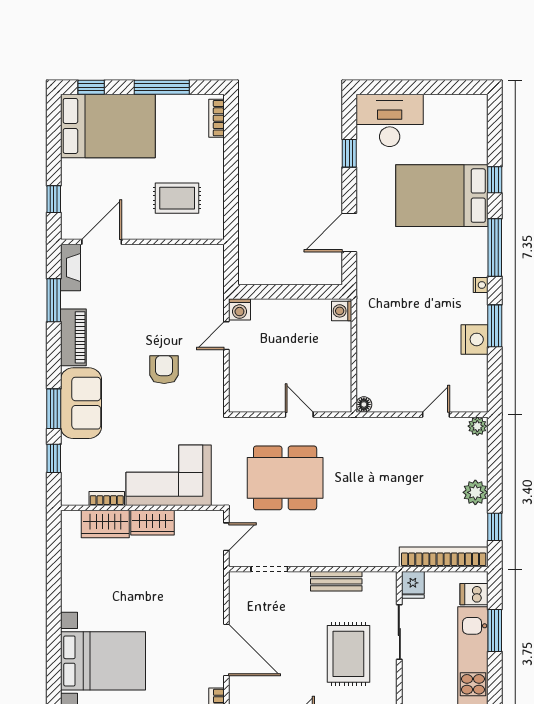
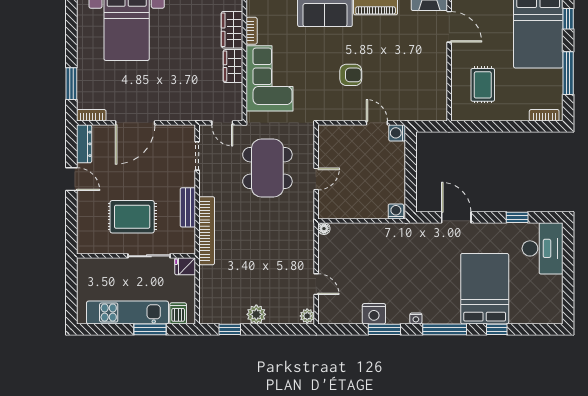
bookcase: (444, 557) -> (207, 231), moved

